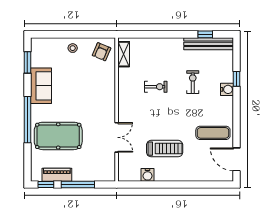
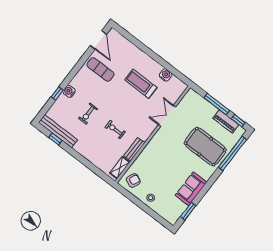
bench: (123, 82) -> (134, 149), added
window: (27, 120) -> (233, 153), moved

